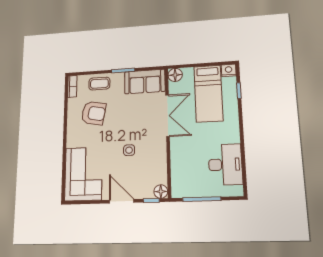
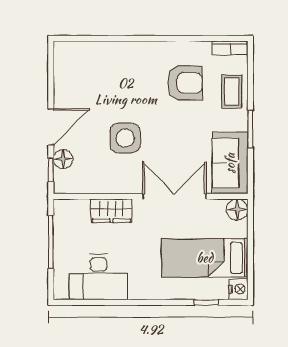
armchair: (94, 113) -> (185, 83), turned -101
double door: (167, 116) -> (174, 196), swing flipped
side table: (129, 150) -> (125, 138), width x1.87, depth x1.87
wardrobe: (178, 157) -> (111, 211), added
corner sofa: (83, 174) -> (92, 69), removed
floor lamp: (161, 192) -> (63, 159), moved

